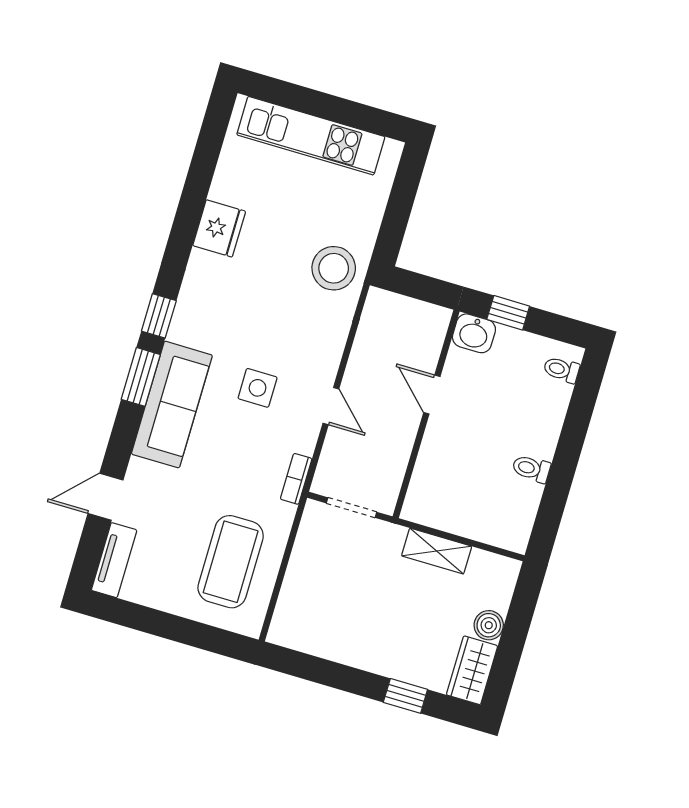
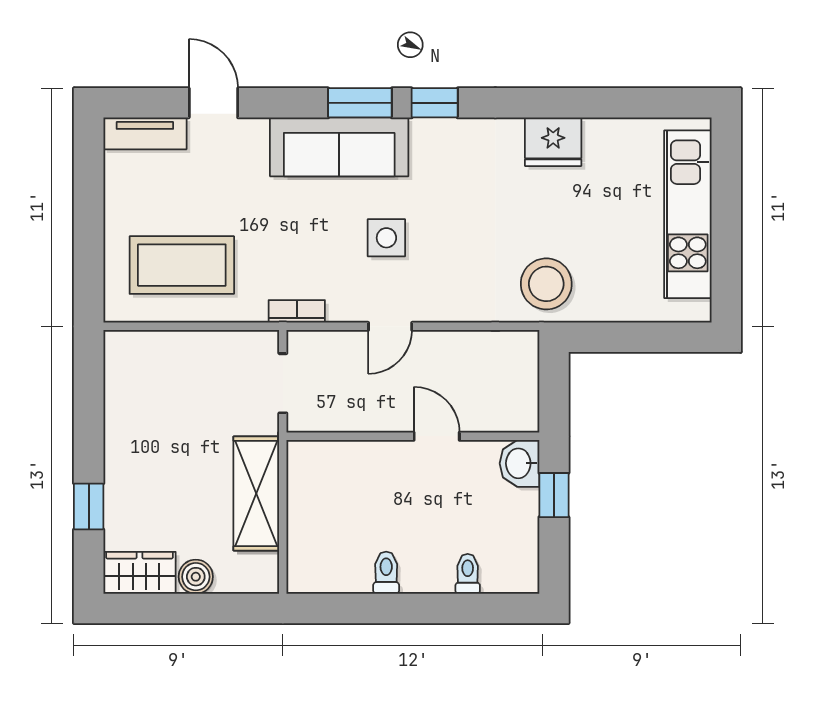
toilet: (561, 370) -> (468, 574), moved
door: (432, 395) -> (437, 436), hinge flipped
shelving: (437, 551) -> (256, 494), width x1.50, depth x1.33

